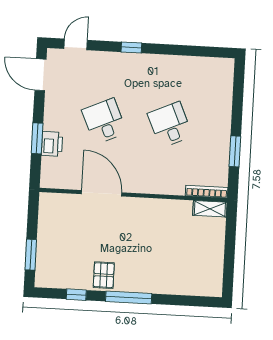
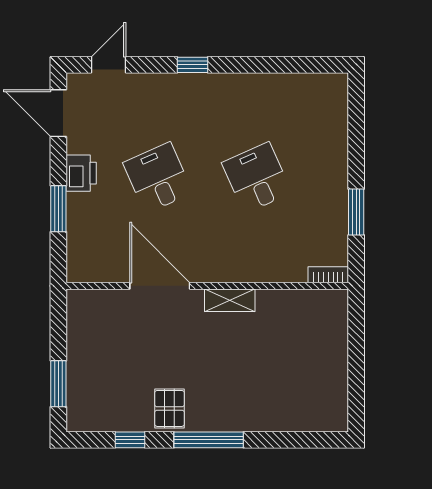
printer: (52, 144) -> (81, 173), moved
bookcase: (207, 192) -> (328, 275), width x0.64
shelving: (210, 209) -> (230, 300), moved

